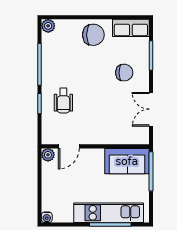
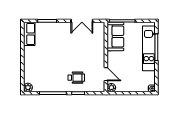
chair: (93, 35) -> (34, 58), removed
chair: (124, 73) -> (58, 38), removed

